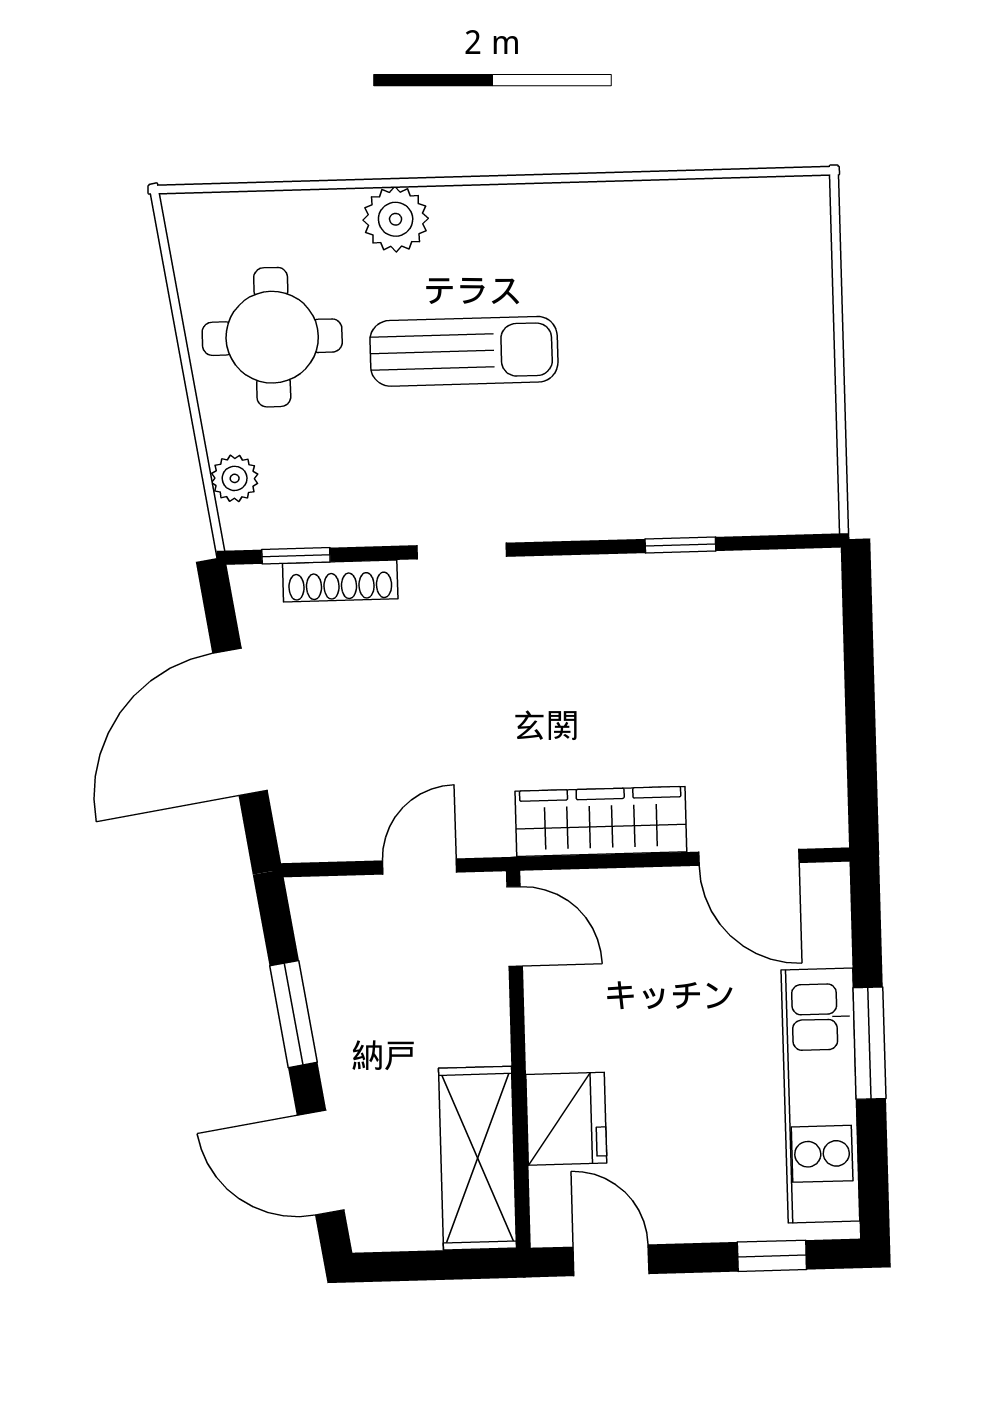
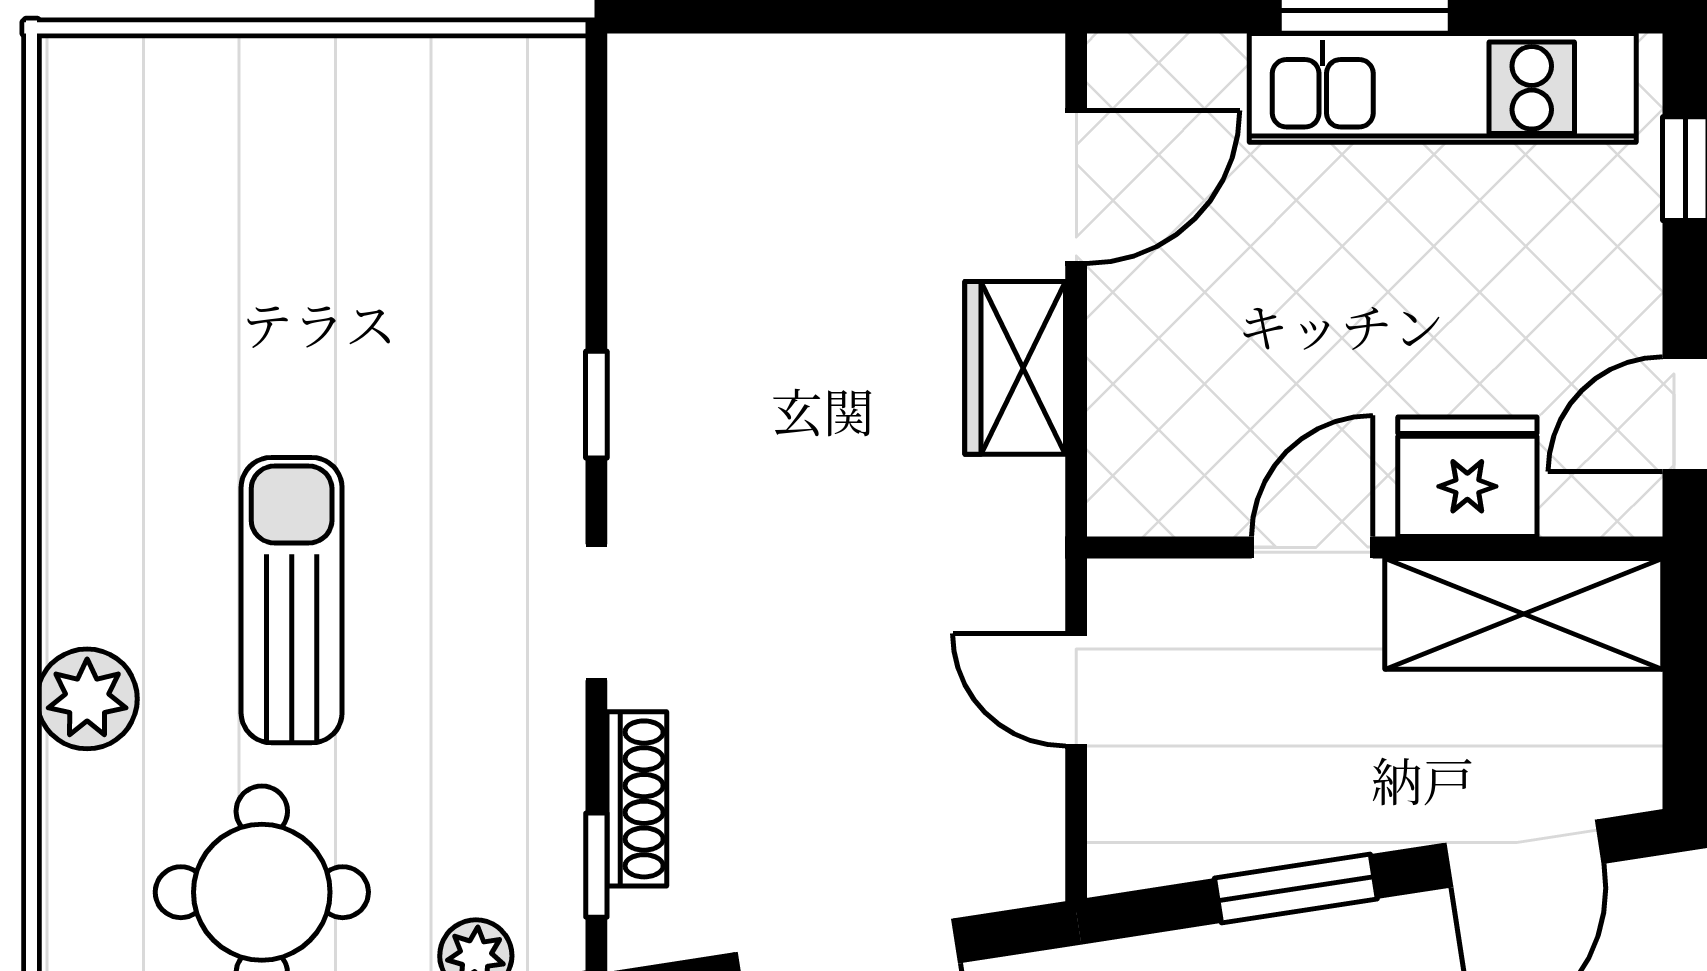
window: (680, 545) -> (596, 405), moved
wardrobe: (601, 821) -> (1015, 368), width x0.67
door: (515, 926) -> (1312, 547), moved

